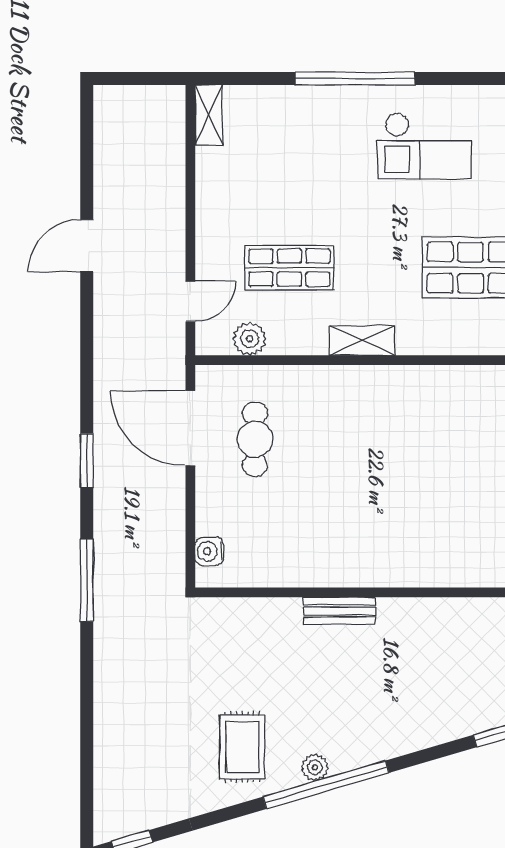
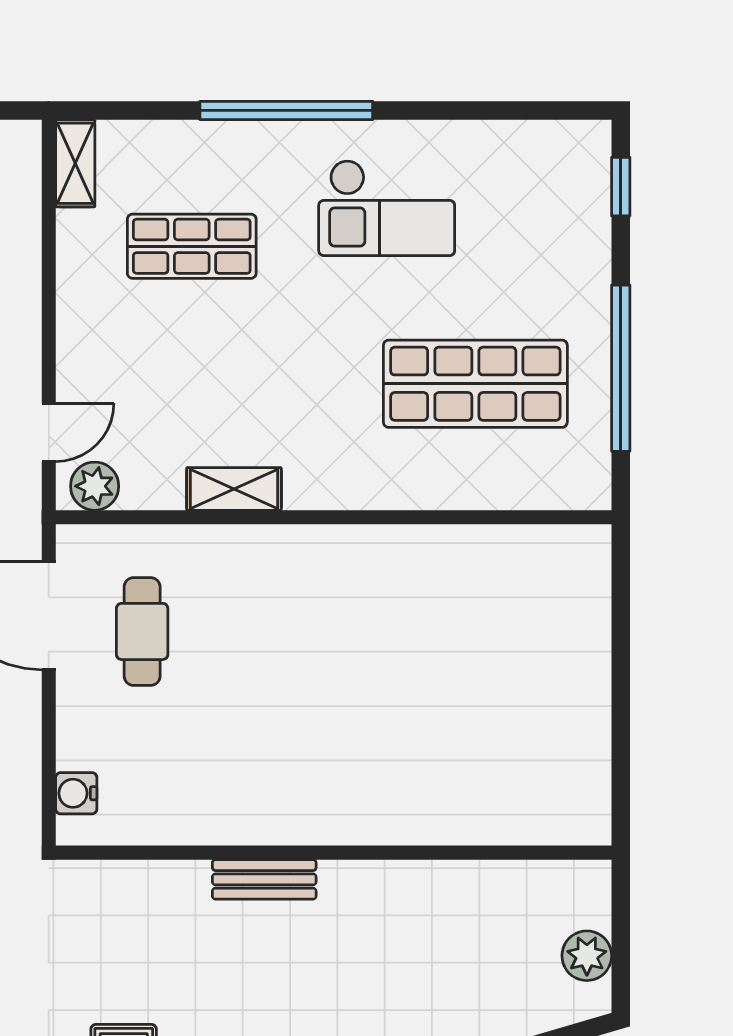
shop shelf: (289, 268) -> (192, 246), moved
plant: (249, 339) -> (95, 486), moved
shelving: (362, 341) -> (234, 489), moved

